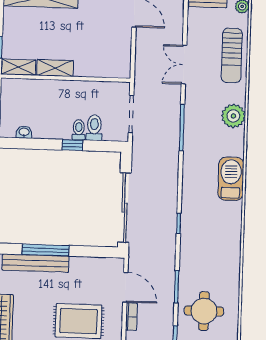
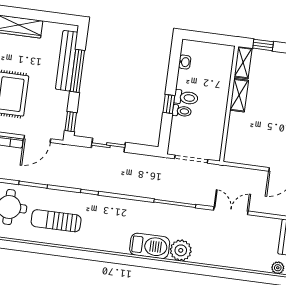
sun lounger: (232, 55) -> (56, 221), moved
toilet: (94, 128) -> (186, 98), moved
barbecue: (231, 179) -> (150, 246), moved
sliding door: (125, 208) -> (108, 145), width x0.54
window: (103, 252) -> (71, 122), added

